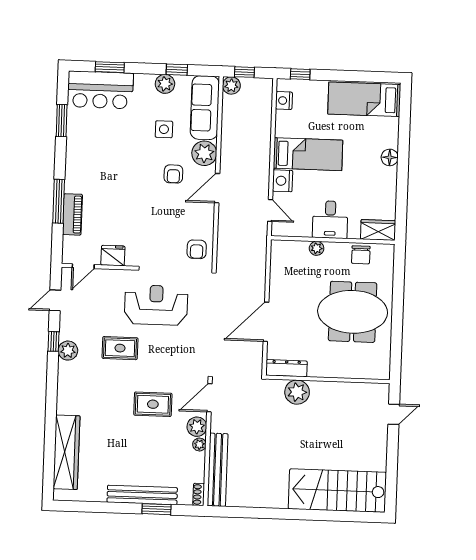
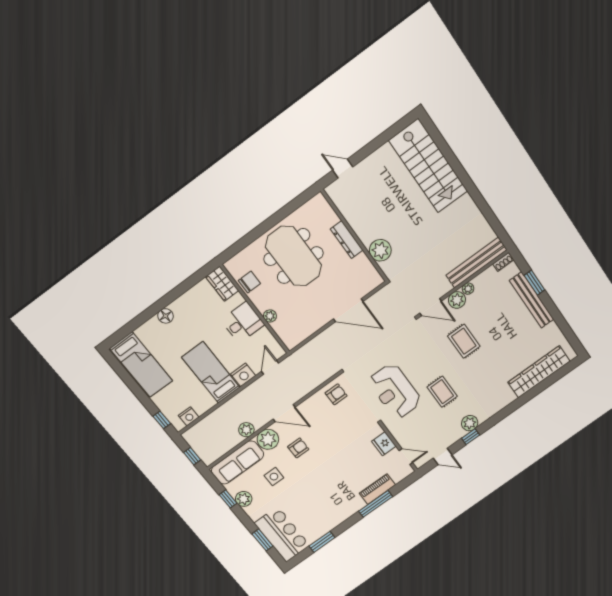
plant: (231, 85) -> (246, 430), moved
dresser: (286, 368) -> (347, 240), moved

